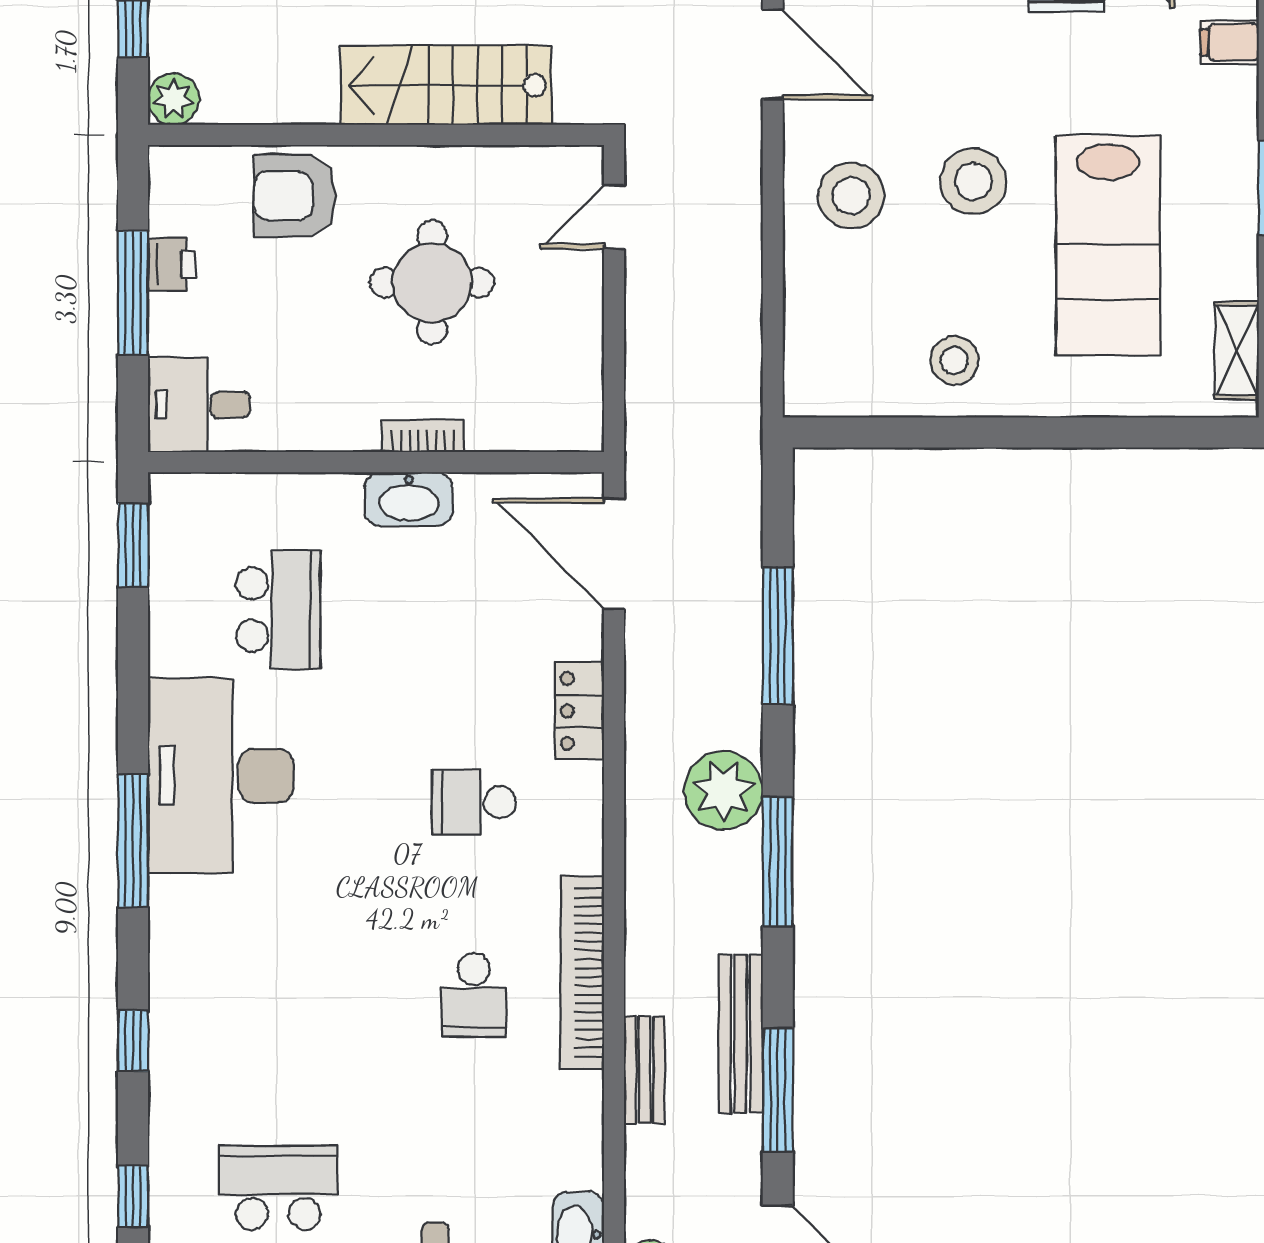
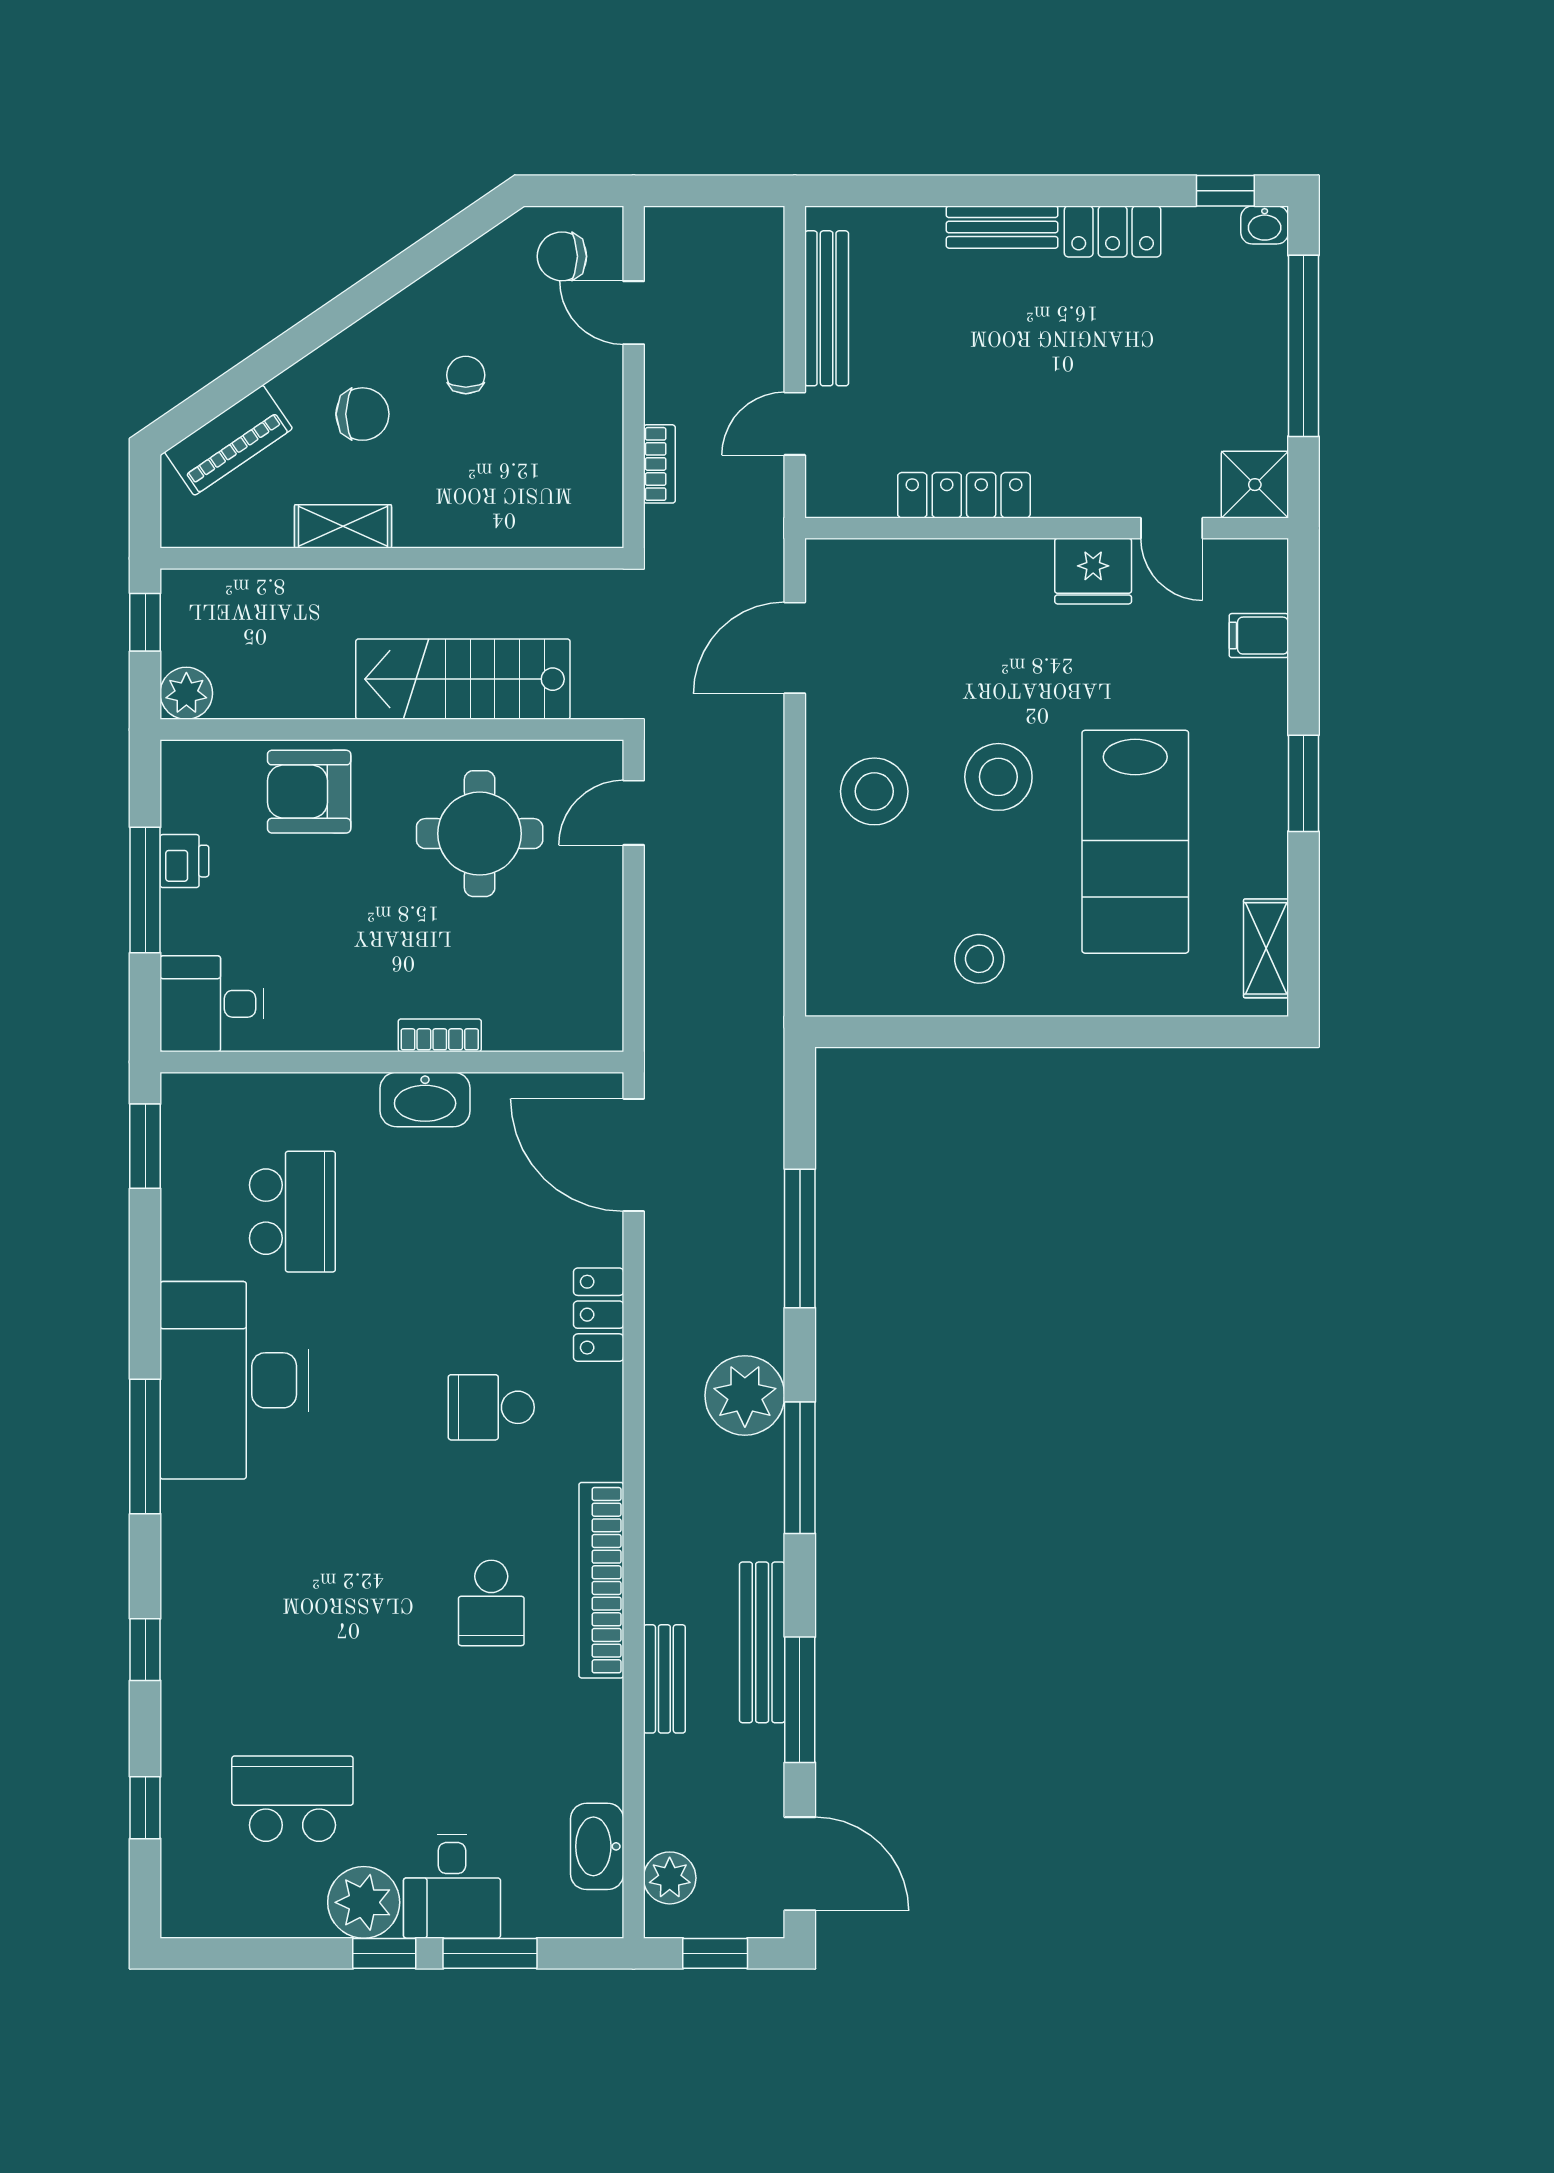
door: (773, 54) -> (795, 648), swing flipped
round table: (432, 283) -> (480, 834), moved

